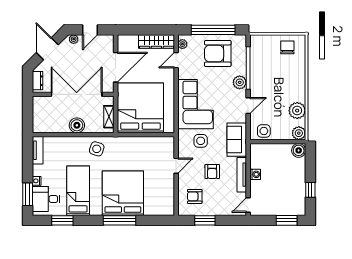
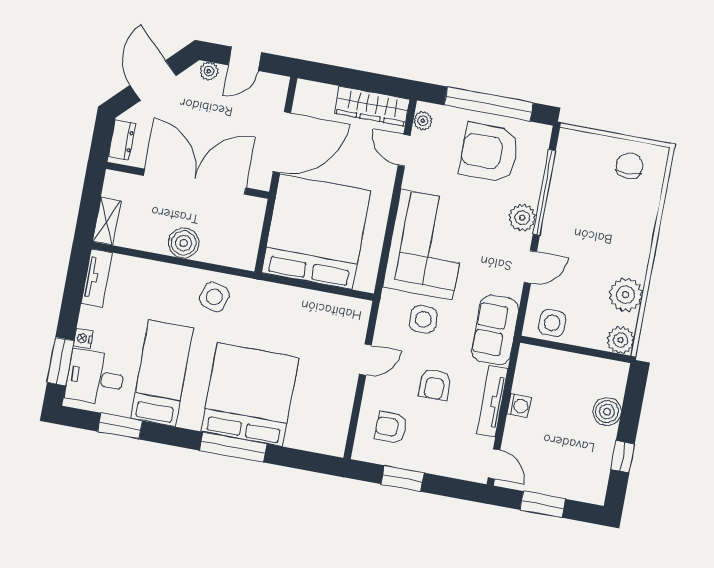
door: (176, 60) -> (404, 150), hinge flipped
shelving: (109, 117) -> (107, 221), moved
boiler: (299, 150) -> (607, 412), moved
door: (248, 205) -> (494, 464), swing flipped
window: (287, 220) -> (543, 504), moved

